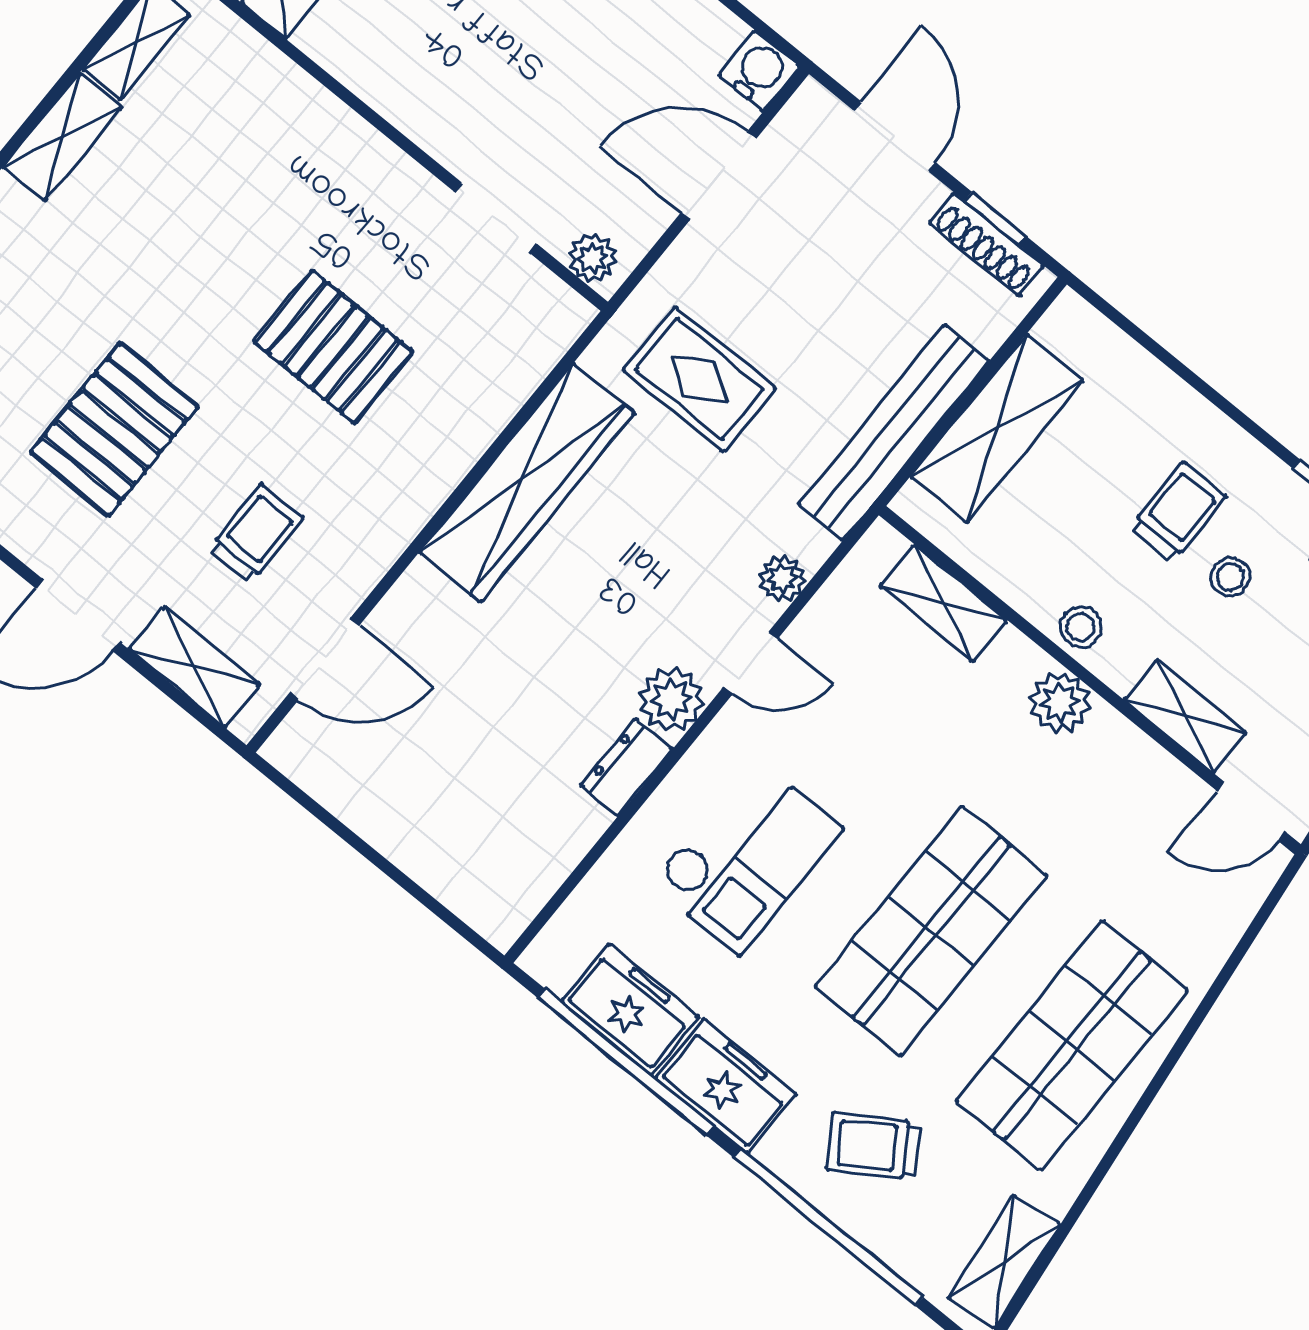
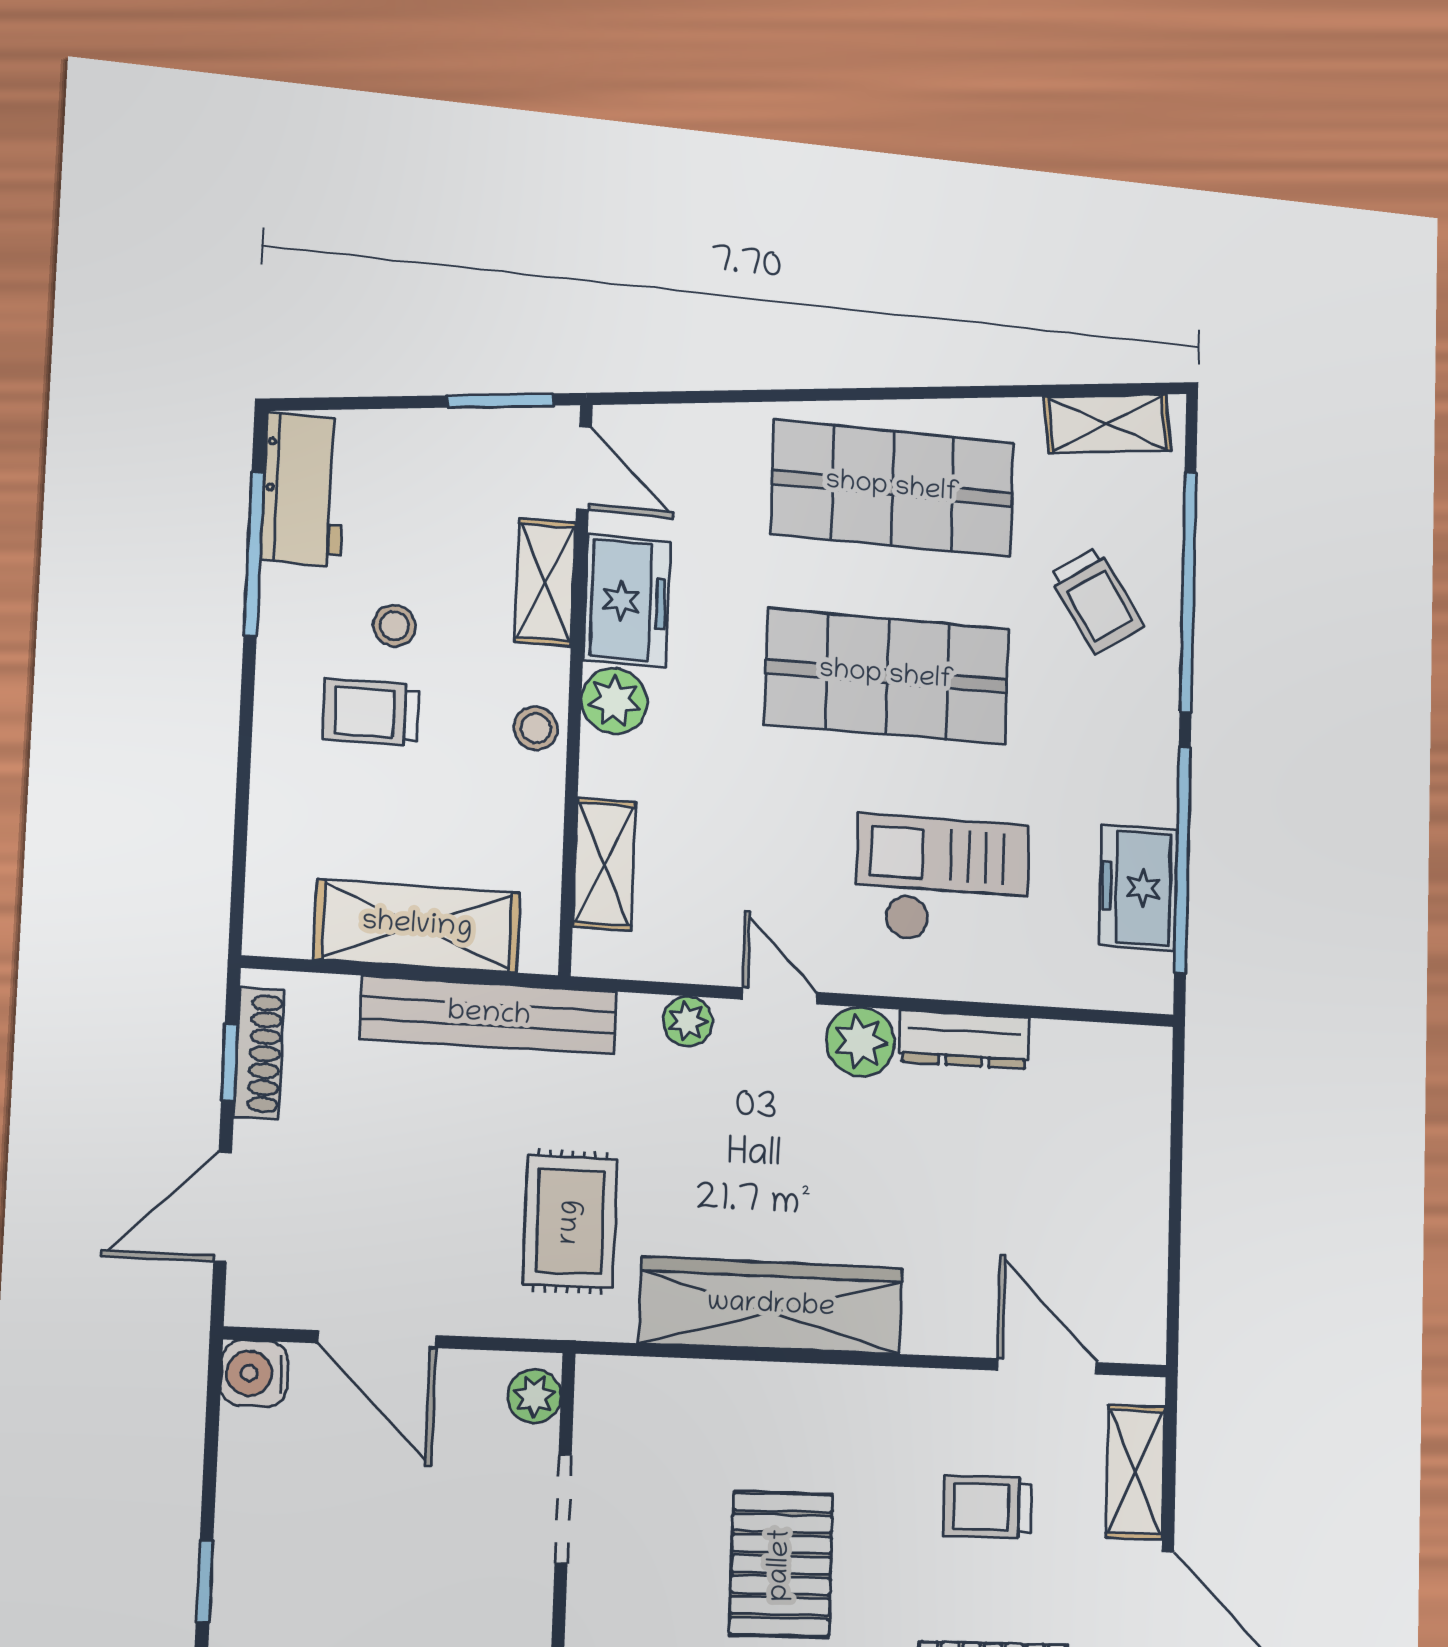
dresser: (627, 767) -> (964, 1040), width x1.44
freezer: (726, 1086) -> (627, 601), moved, turned 180

